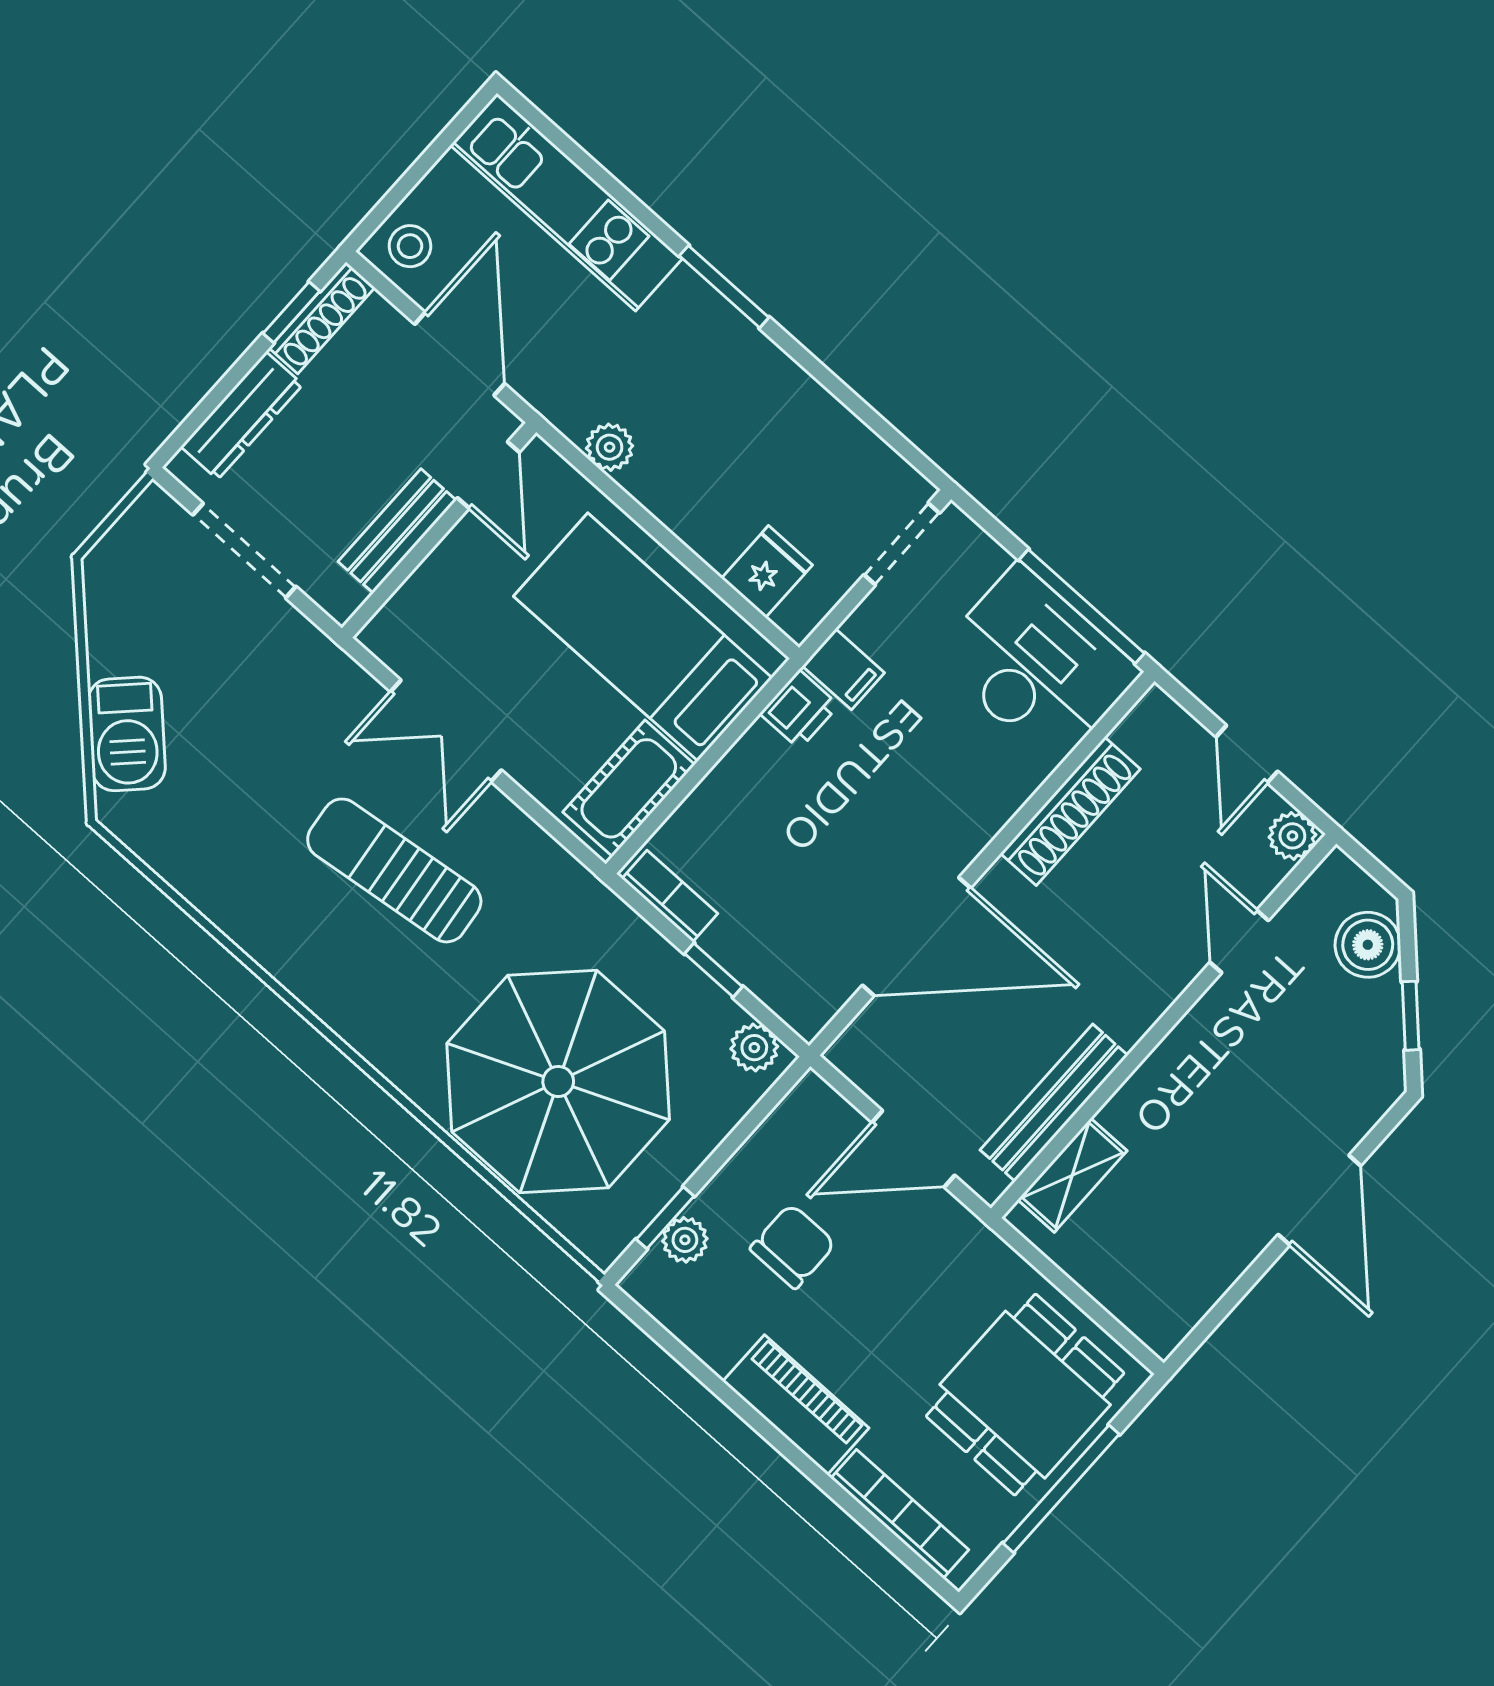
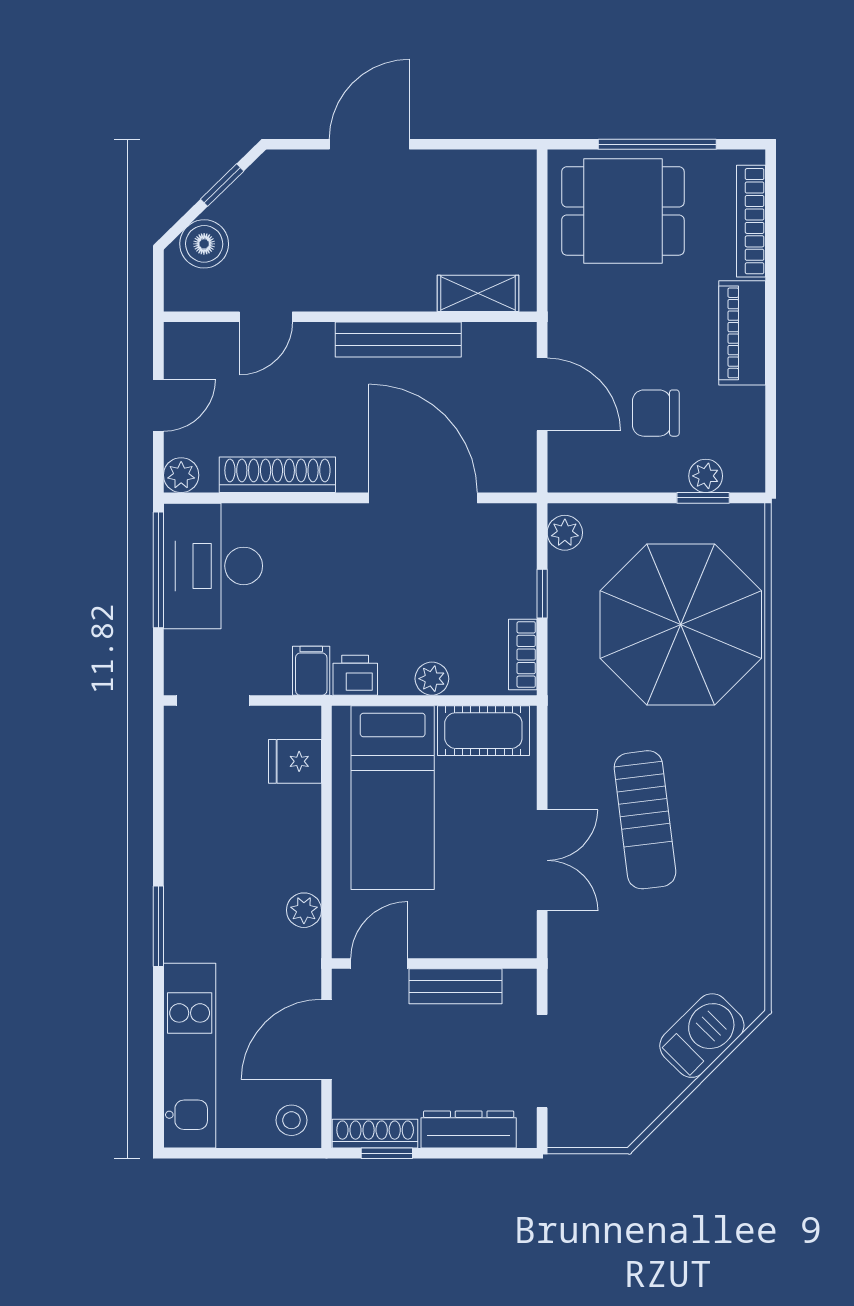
plant: (727, 783) -> (432, 679), added
plant: (1292, 836) -> (181, 475), moved
bench: (1054, 1103) -> (398, 340), moved

